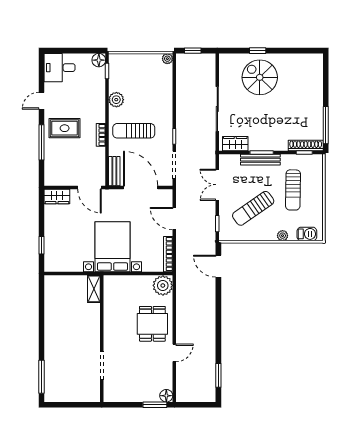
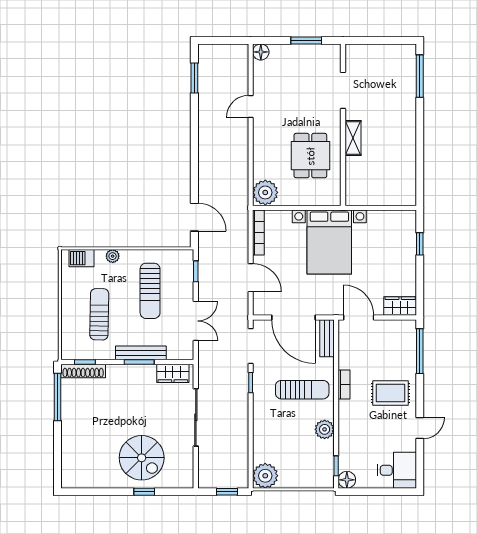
plant: (167, 59) -> (265, 476), width x1.87, depth x1.87
window: (42, 142) -> (420, 351), moved
sun lounger: (253, 208) -> (150, 291), turned 125
shelving: (94, 289) -> (353, 138), moved
dining table: (152, 324) -> (310, 156), moved
window: (155, 405) -> (306, 40), moved

